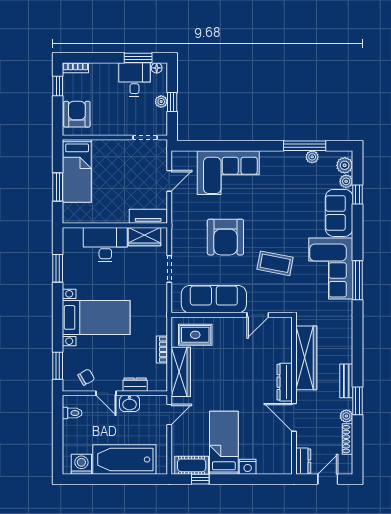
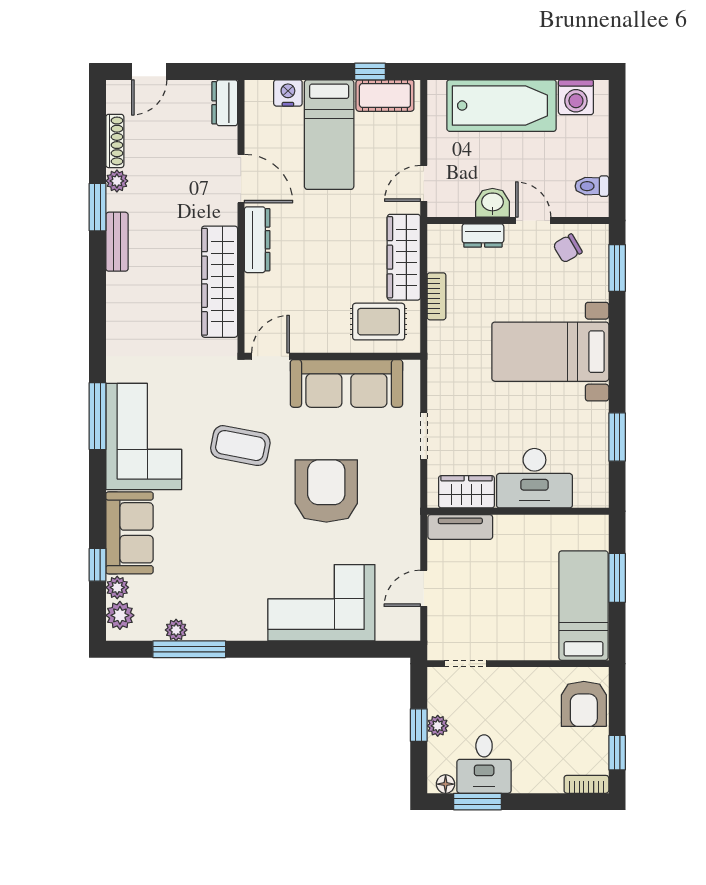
wardrobe: (306, 358) -> (220, 282), moved
dresser: (285, 382) -> (257, 240), moved
wall: (294, 396) -> (241, 216), moved
door: (294, 417) -> (241, 179), moved
dresser: (303, 461) -> (225, 103), moved

